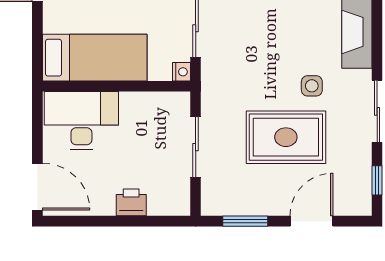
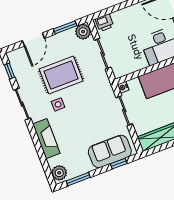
plant: (216, 201) -> (83, 32), added
printer: (131, 202) -> (104, 23), moved

